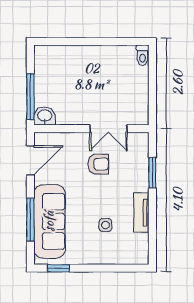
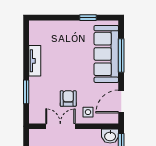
armchair: (98, 164) -> (68, 99), turned 90
side table: (105, 225) -> (88, 112), moved
window: (58, 268) -> (88, 18), moved

